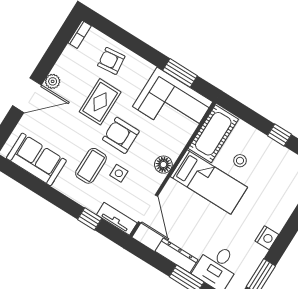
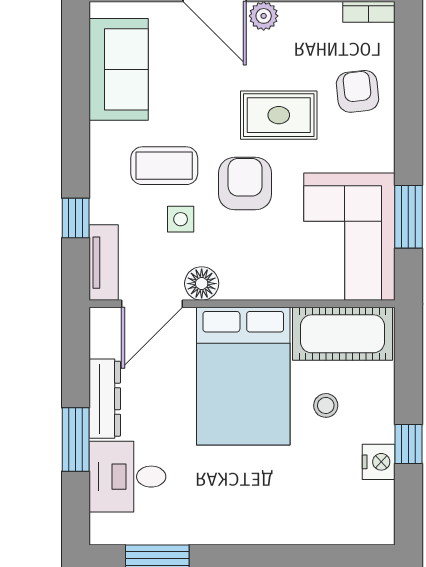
floor lamp: (163, 165) -> (202, 284), moved
bed: (209, 182) -> (243, 376), width x1.50
nightstand: (267, 238) -> (379, 462), moved, turned -90

